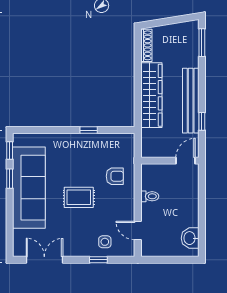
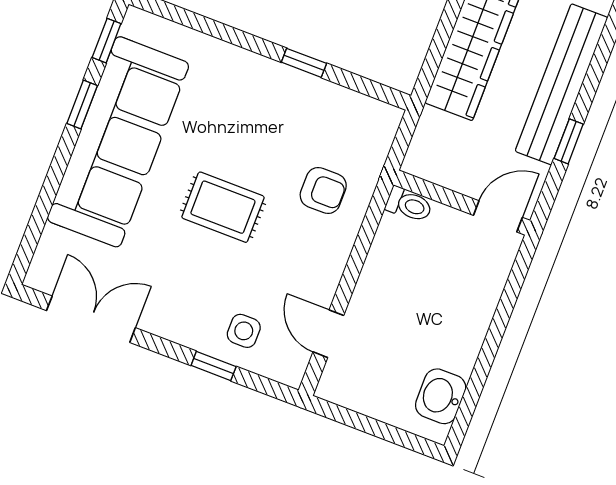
toilet: (150, 196) -> (409, 205), moved

